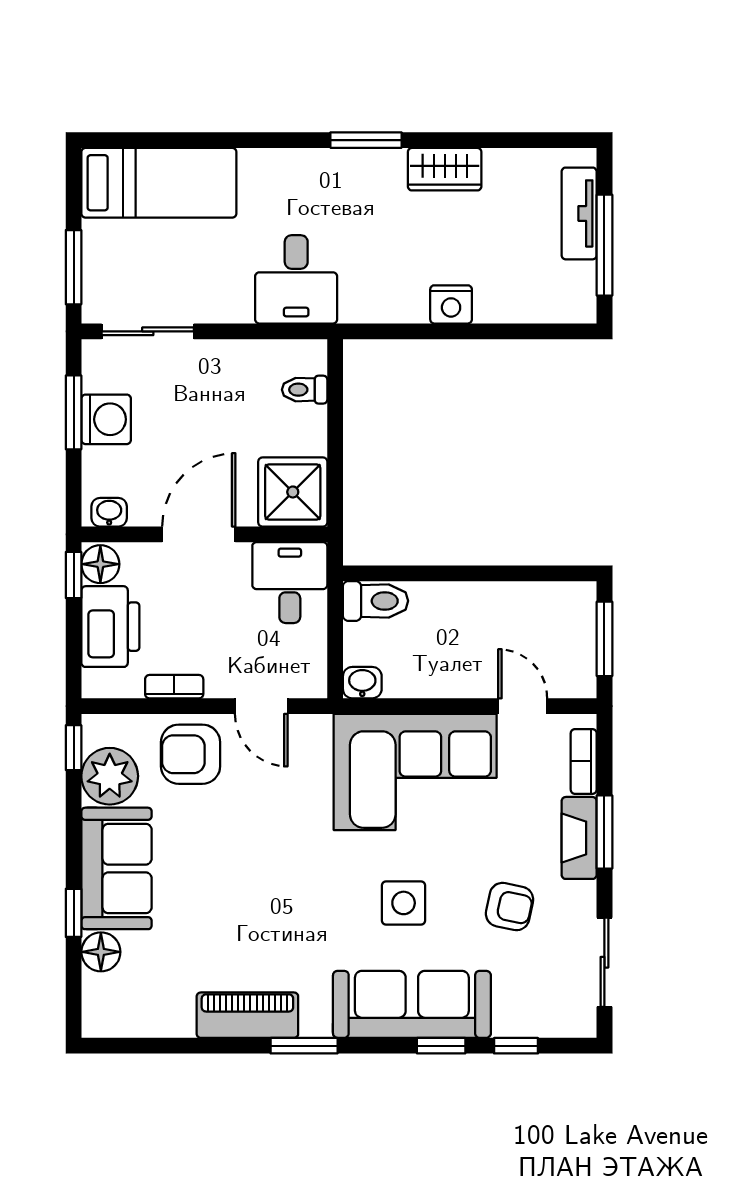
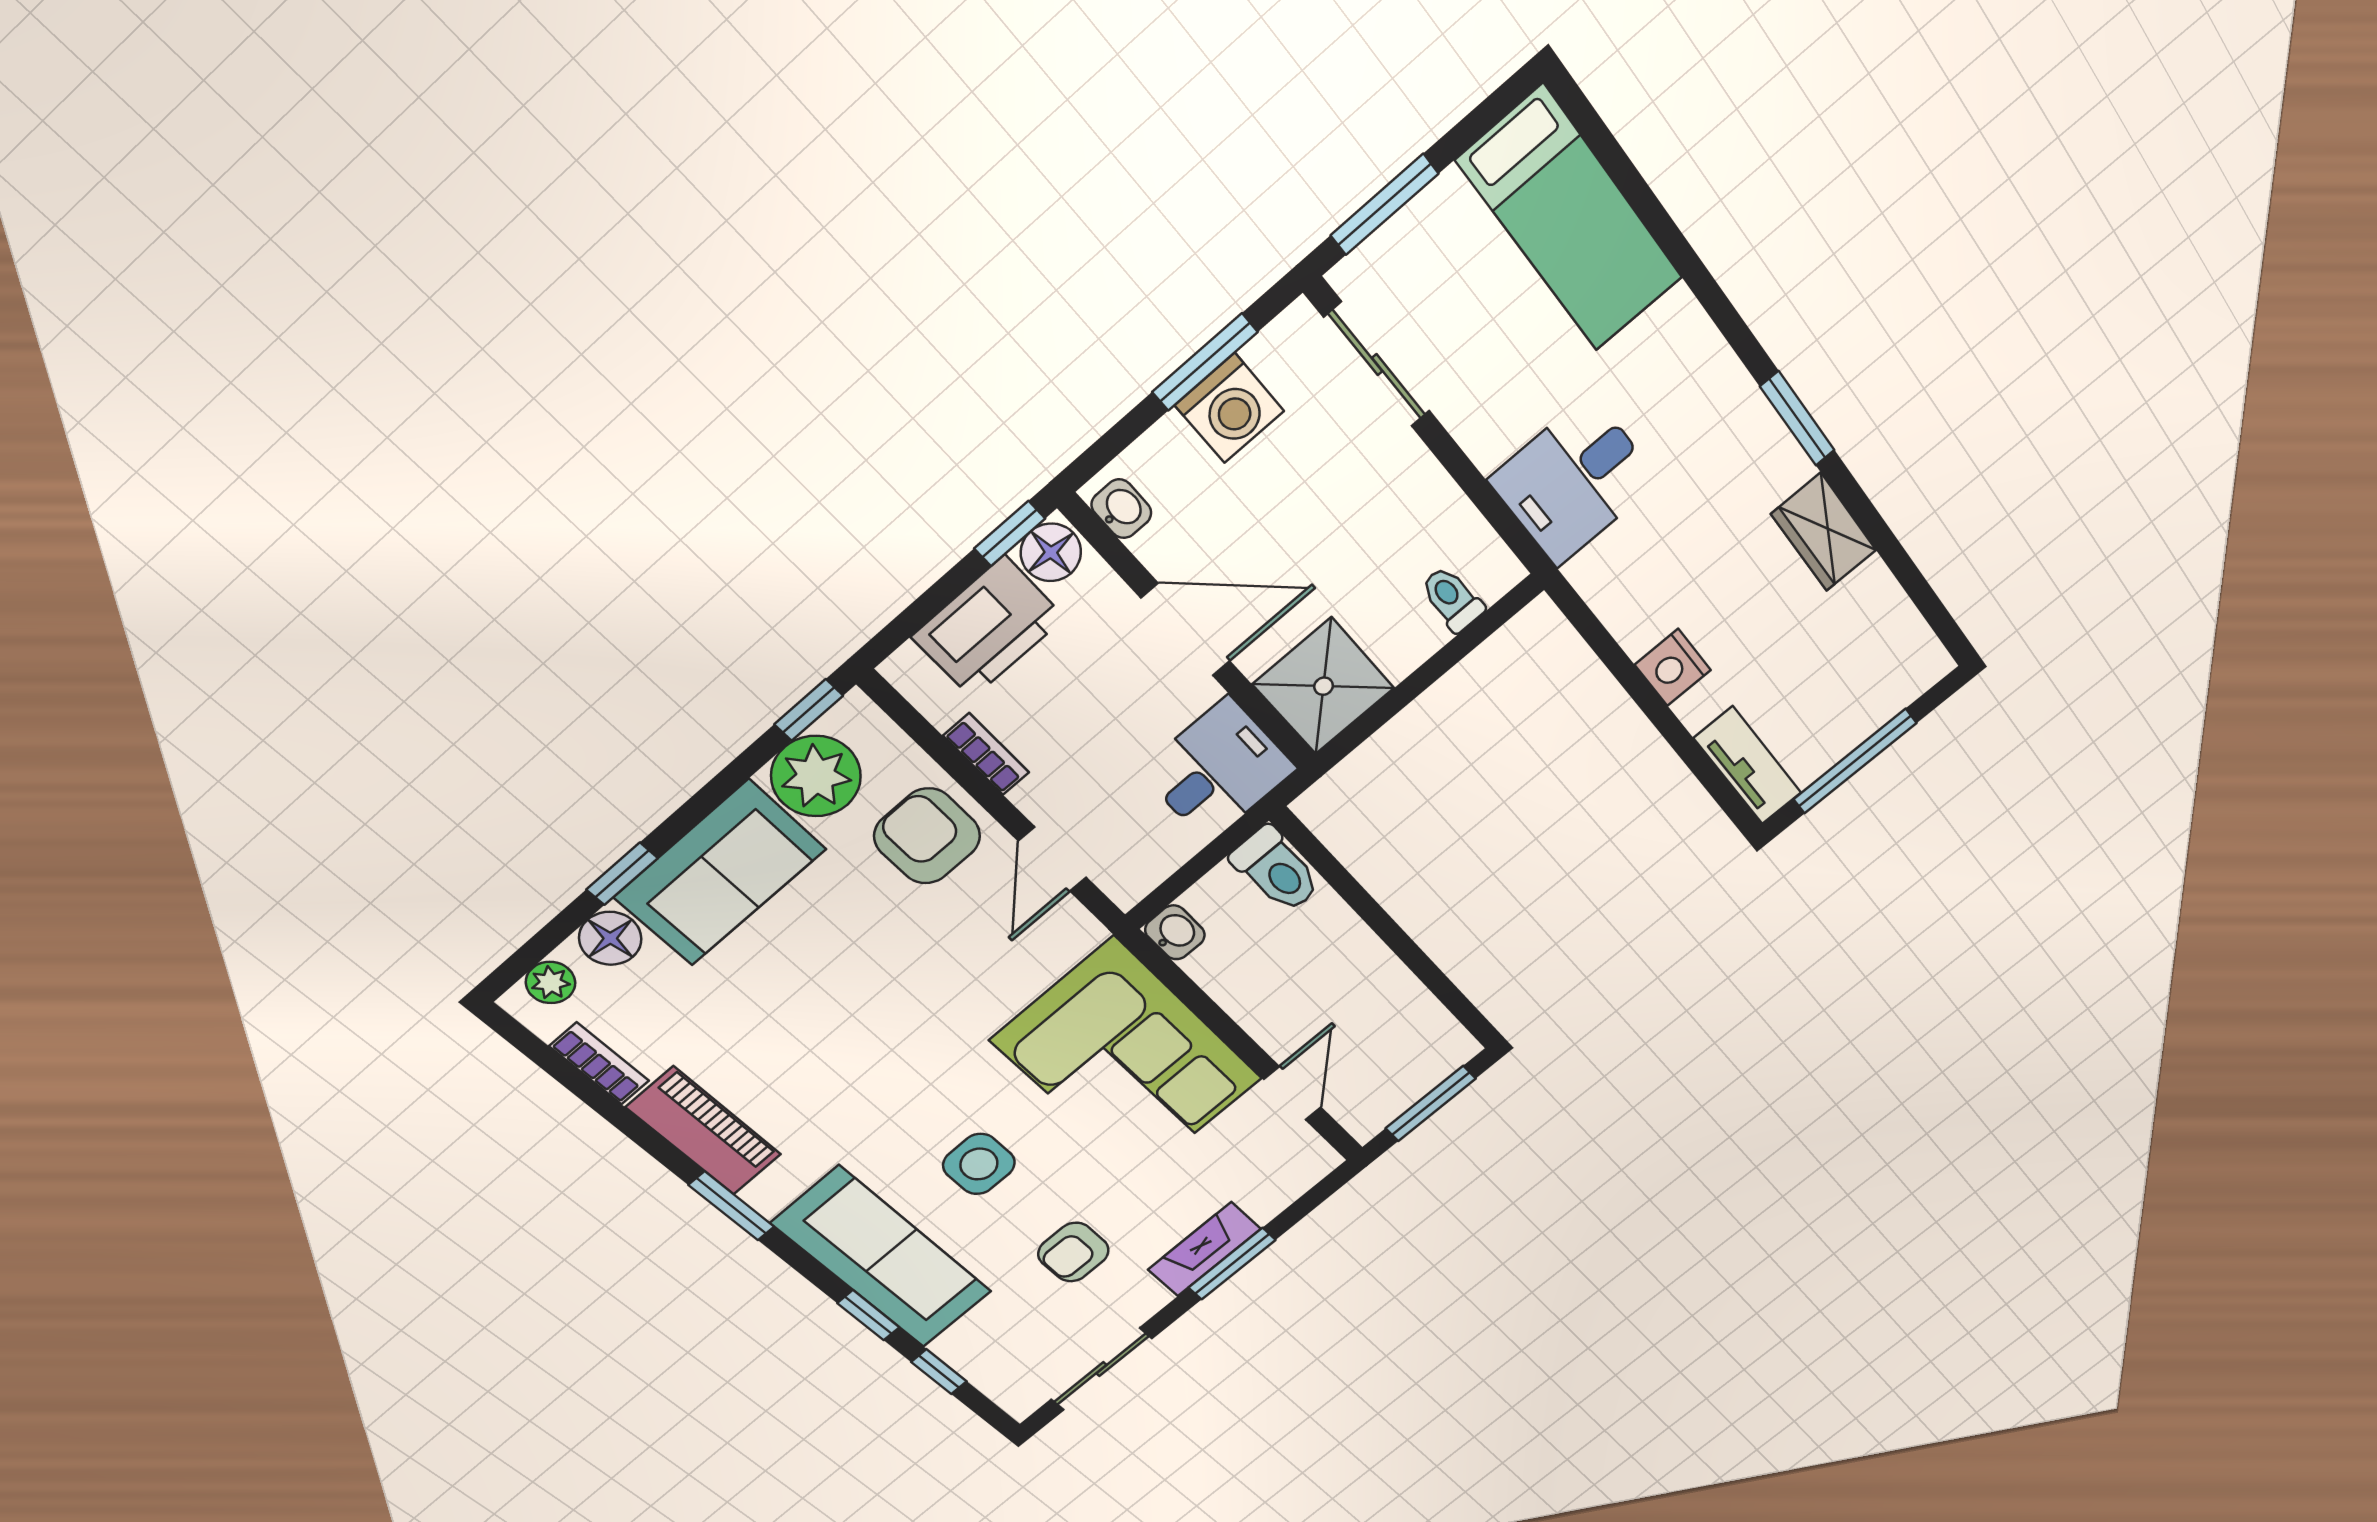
tv unit: (579, 213) -> (1748, 766), moved, turned 90
bookcase: (584, 761) -> (599, 1064), moved, turned 90
armchair: (509, 907) -> (1073, 1252), turned 78
plant: (97, 1002) -> (551, 983), added

